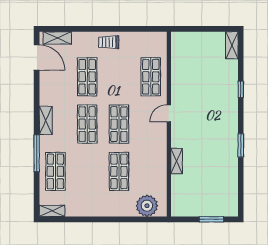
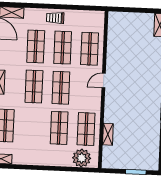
shop shelf: (119, 77) -> (63, 48), added
shelving: (177, 161) -> (108, 134), moved
shop shelf: (151, 171) -> (86, 129), added

